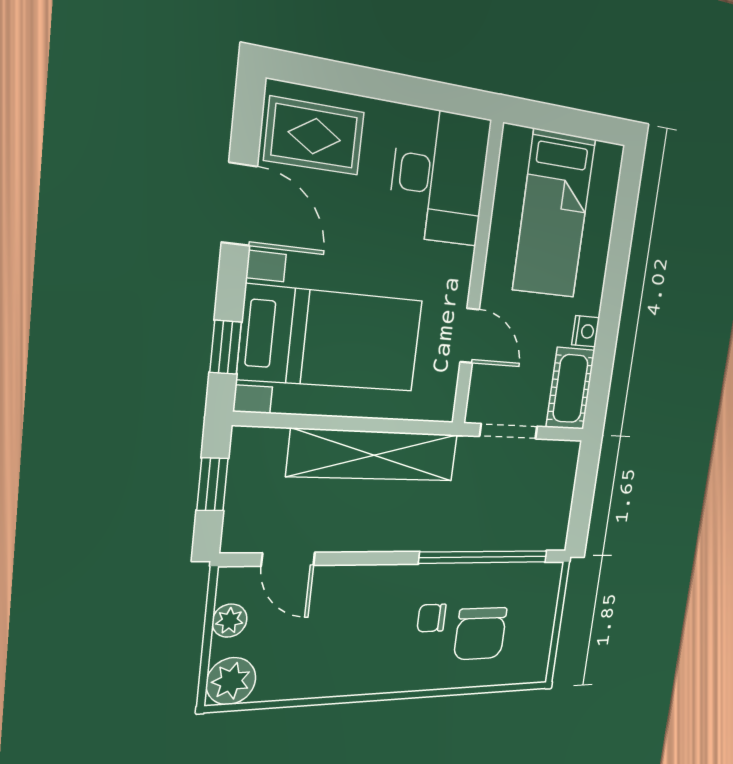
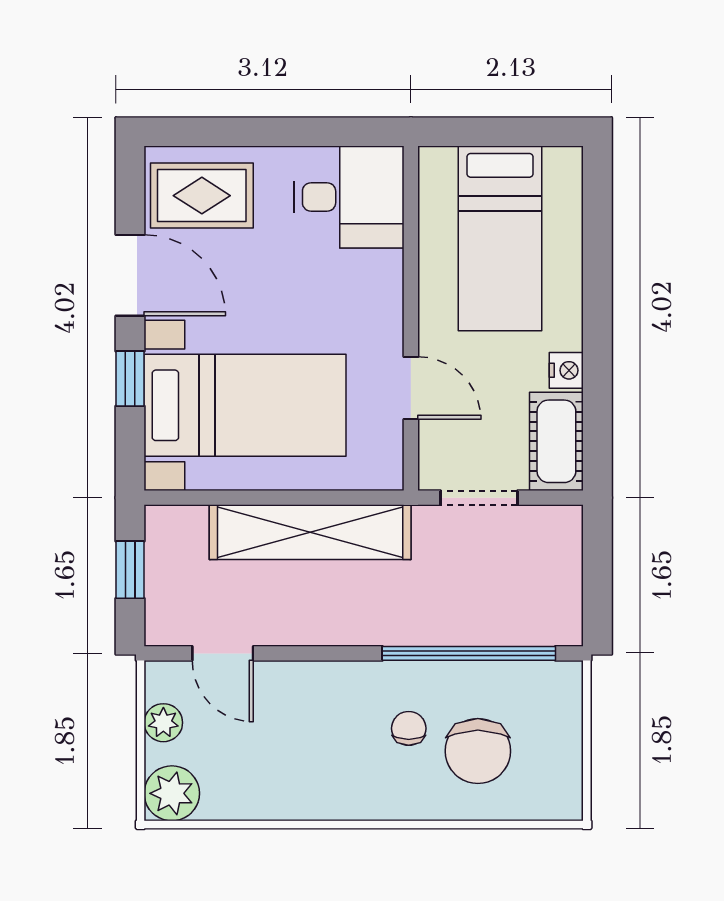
desk: (439, 176) -> (349, 197), width x0.73
window: (226, 347) -> (130, 379), moved
chair: (432, 618) -> (409, 728), turned 90

